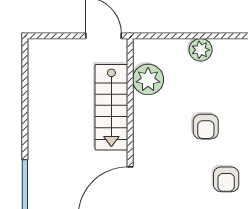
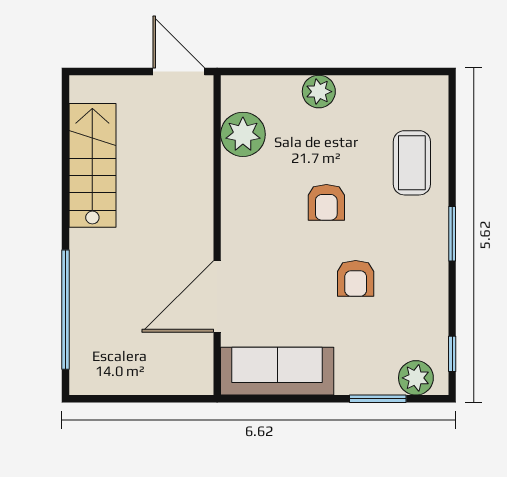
stairs: (111, 107) -> (92, 165), moved, turned 180

